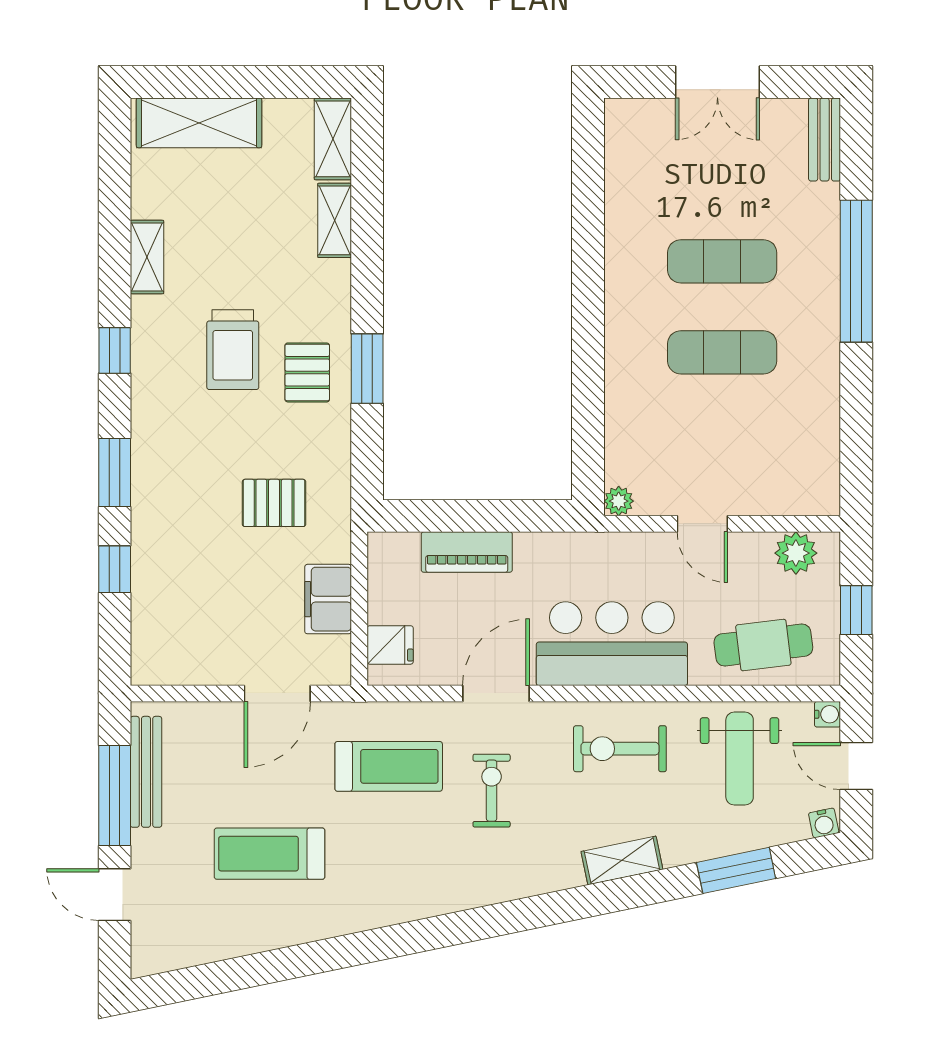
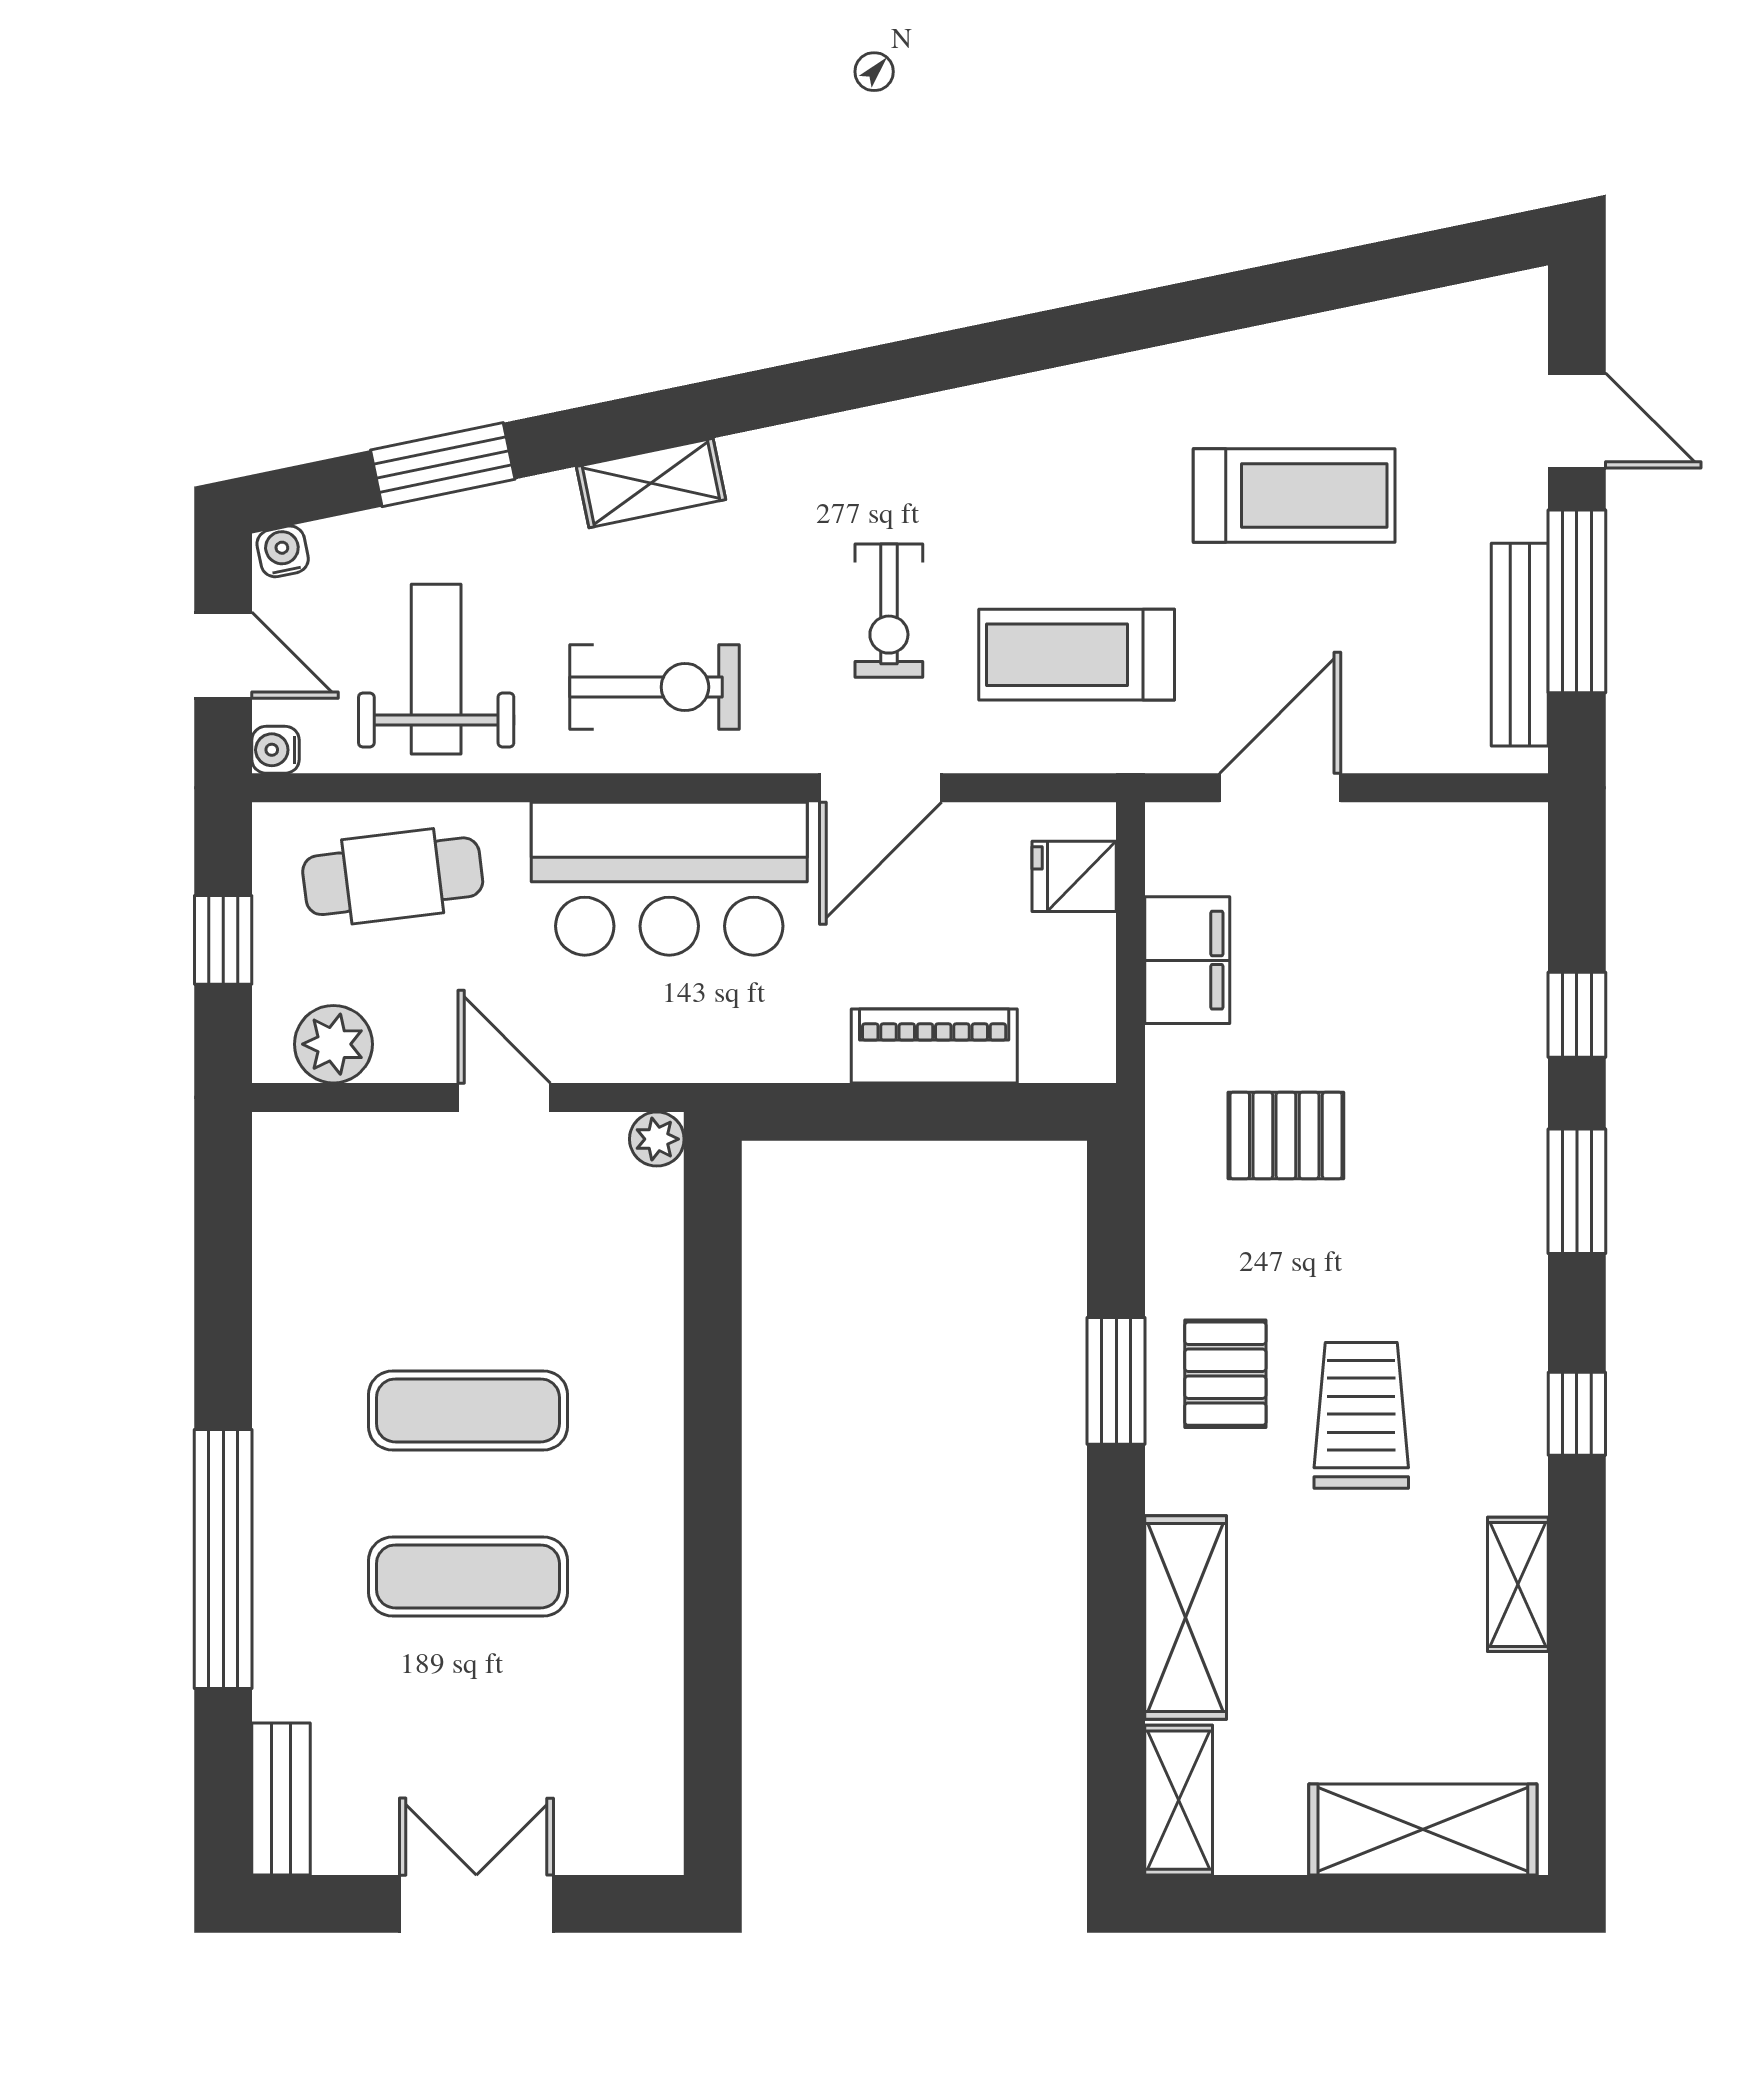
shelving: (335, 220) -> (1186, 1617), width x1.50, depth x1.33

